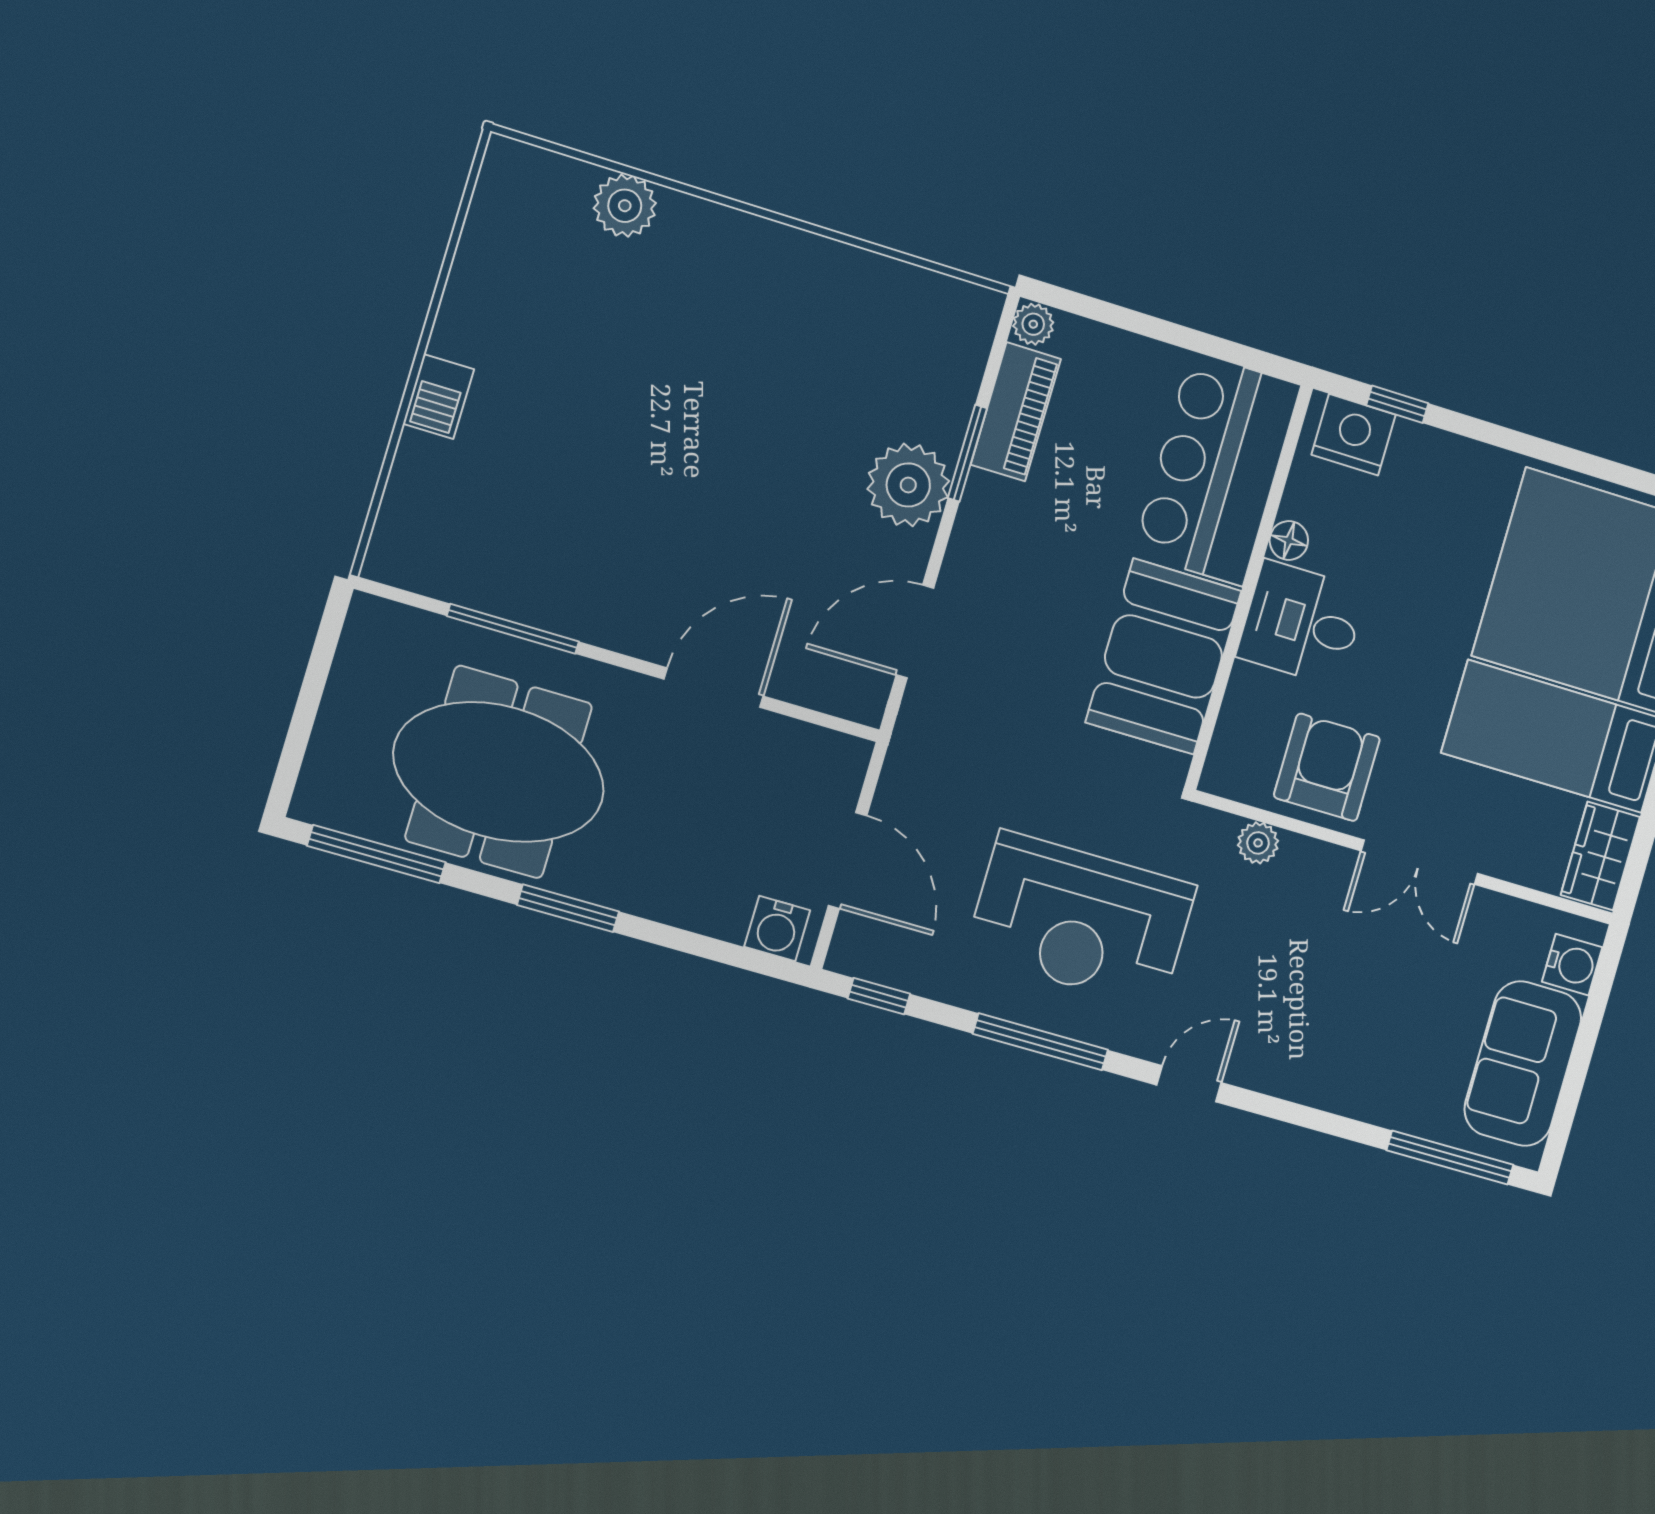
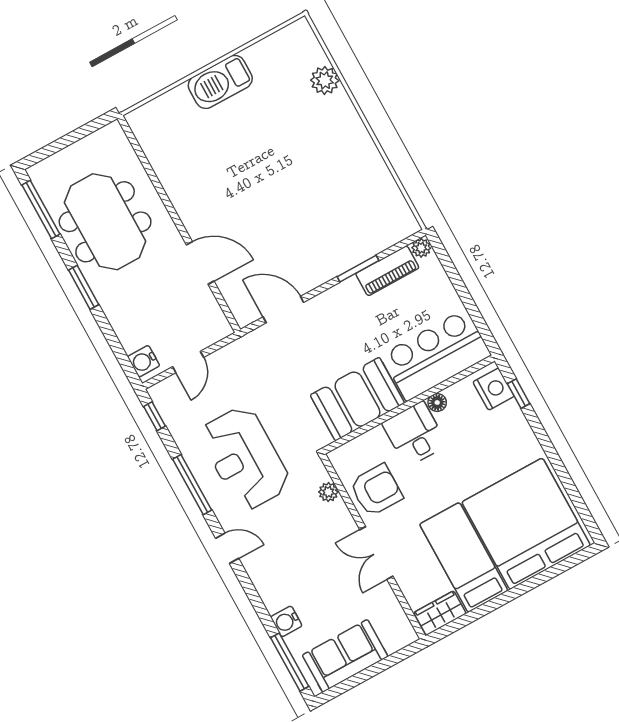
barbecue: (438, 397) -> (220, 82), width x1.88, depth x1.53
plant: (908, 485) -> (328, 260), removed
window: (513, 629) -> (155, 181), removed
door: (848, 860) -> (188, 362), width x0.73
water cooler: (1572, 965) -> (286, 621), moved, turned 90

